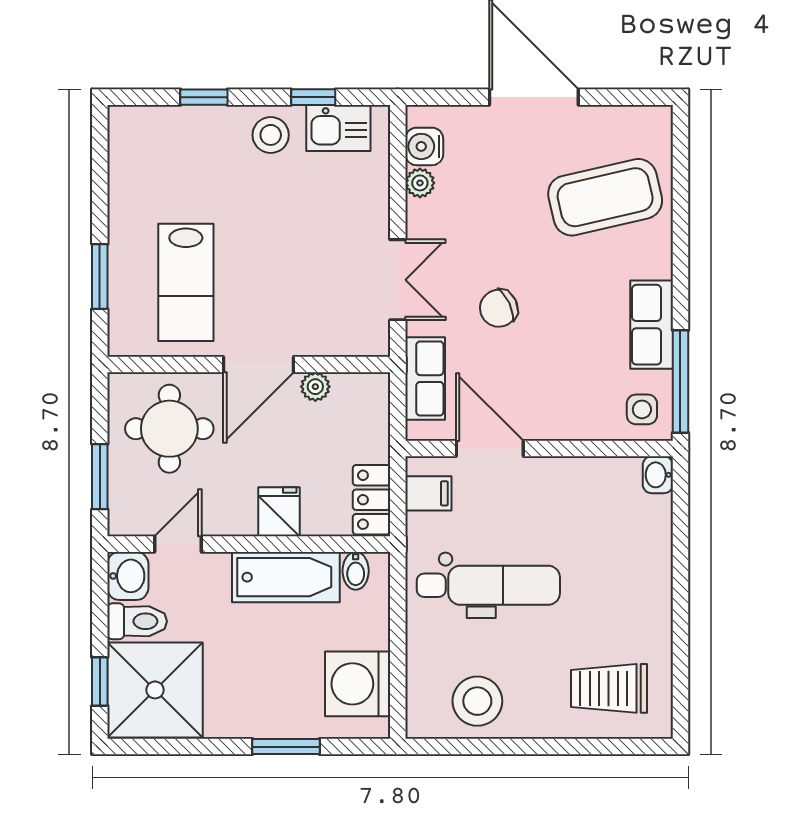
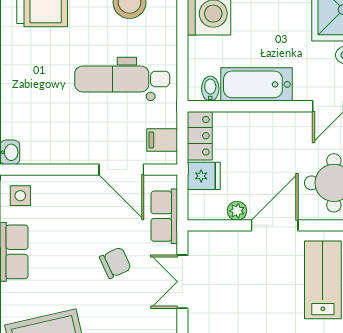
fridge: (279, 512) -> (204, 176), moved, turned -90

